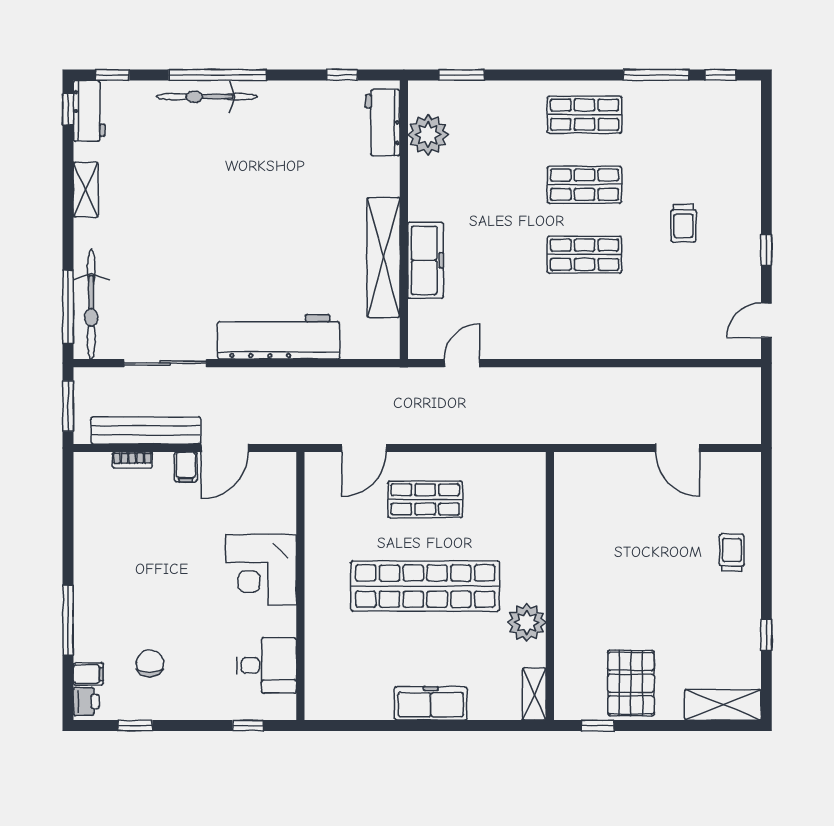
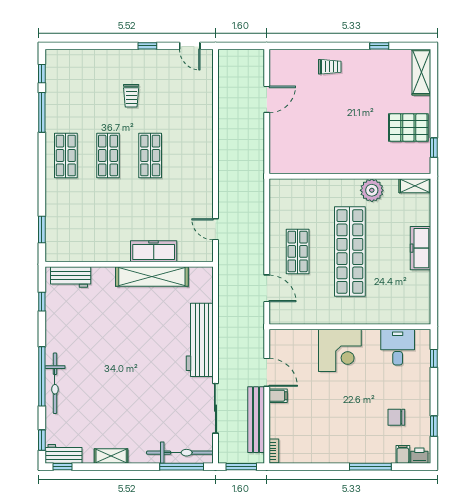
plant: (428, 135) -> (78, 250), removed
trolley: (684, 223) -> (131, 96), turned 90
bookcase: (132, 460) -> (274, 451), moved
trolley: (732, 553) -> (330, 67), turned 180

